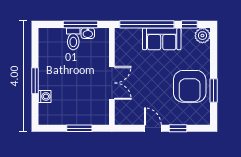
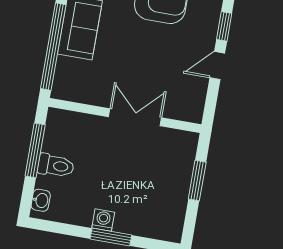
washbasin: (88, 33) -> (41, 200), moved
washing machine: (45, 96) -> (103, 220), moved

